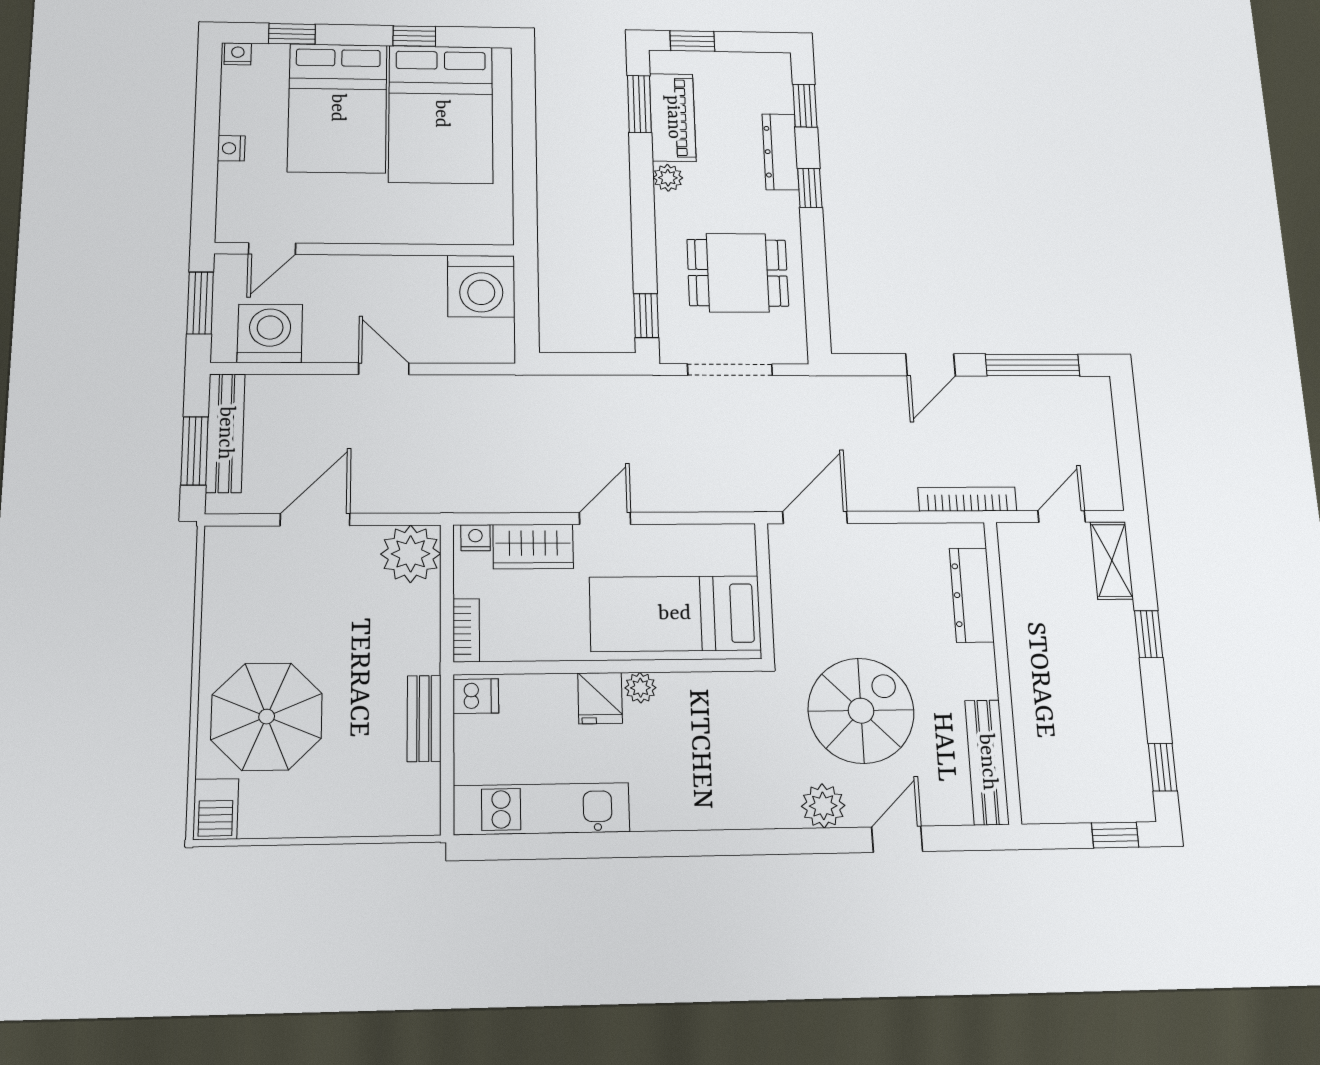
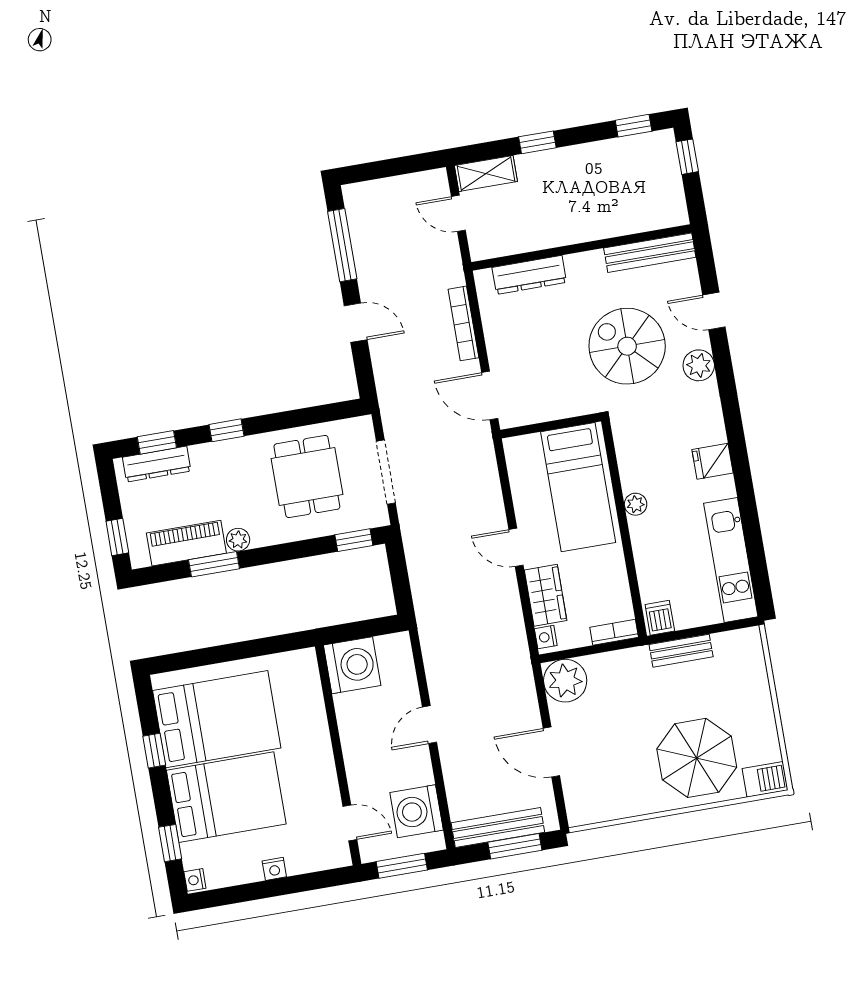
window: (639, 104) -> (214, 564), moved
dresser: (780, 152) -> (157, 464), moved
bookcase: (967, 499) -> (463, 323), moved
fridge: (600, 698) -> (713, 461), moved, turned 180

